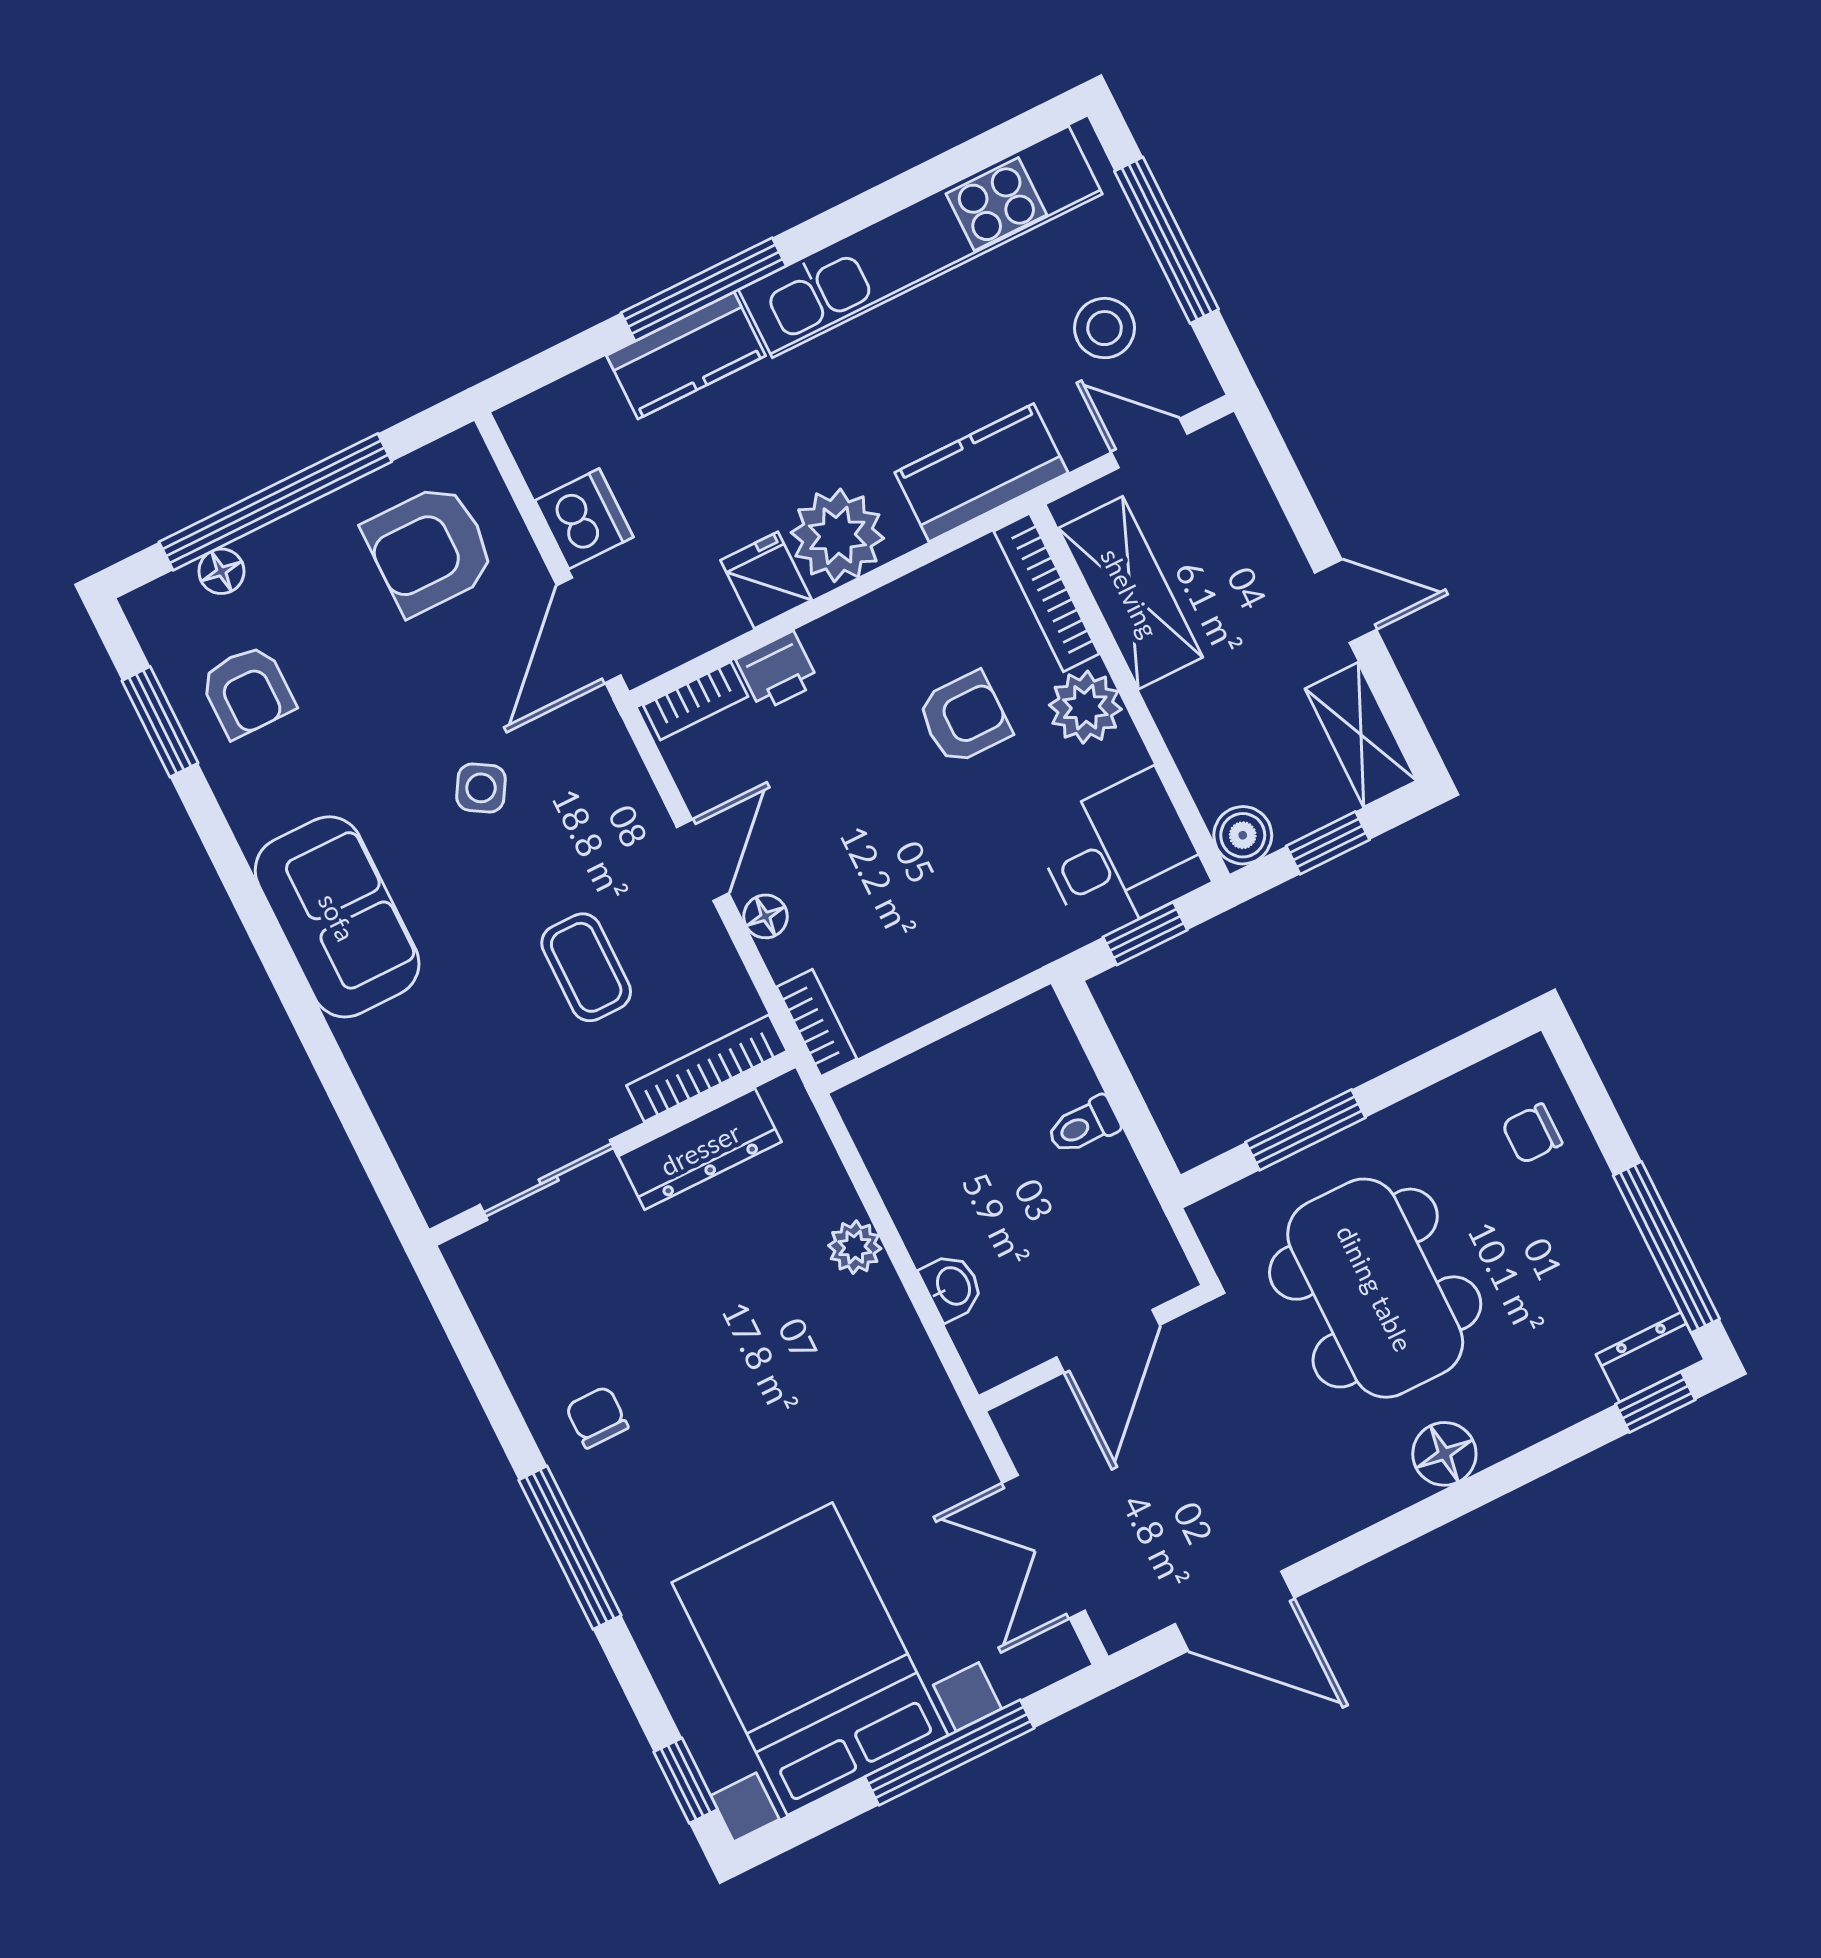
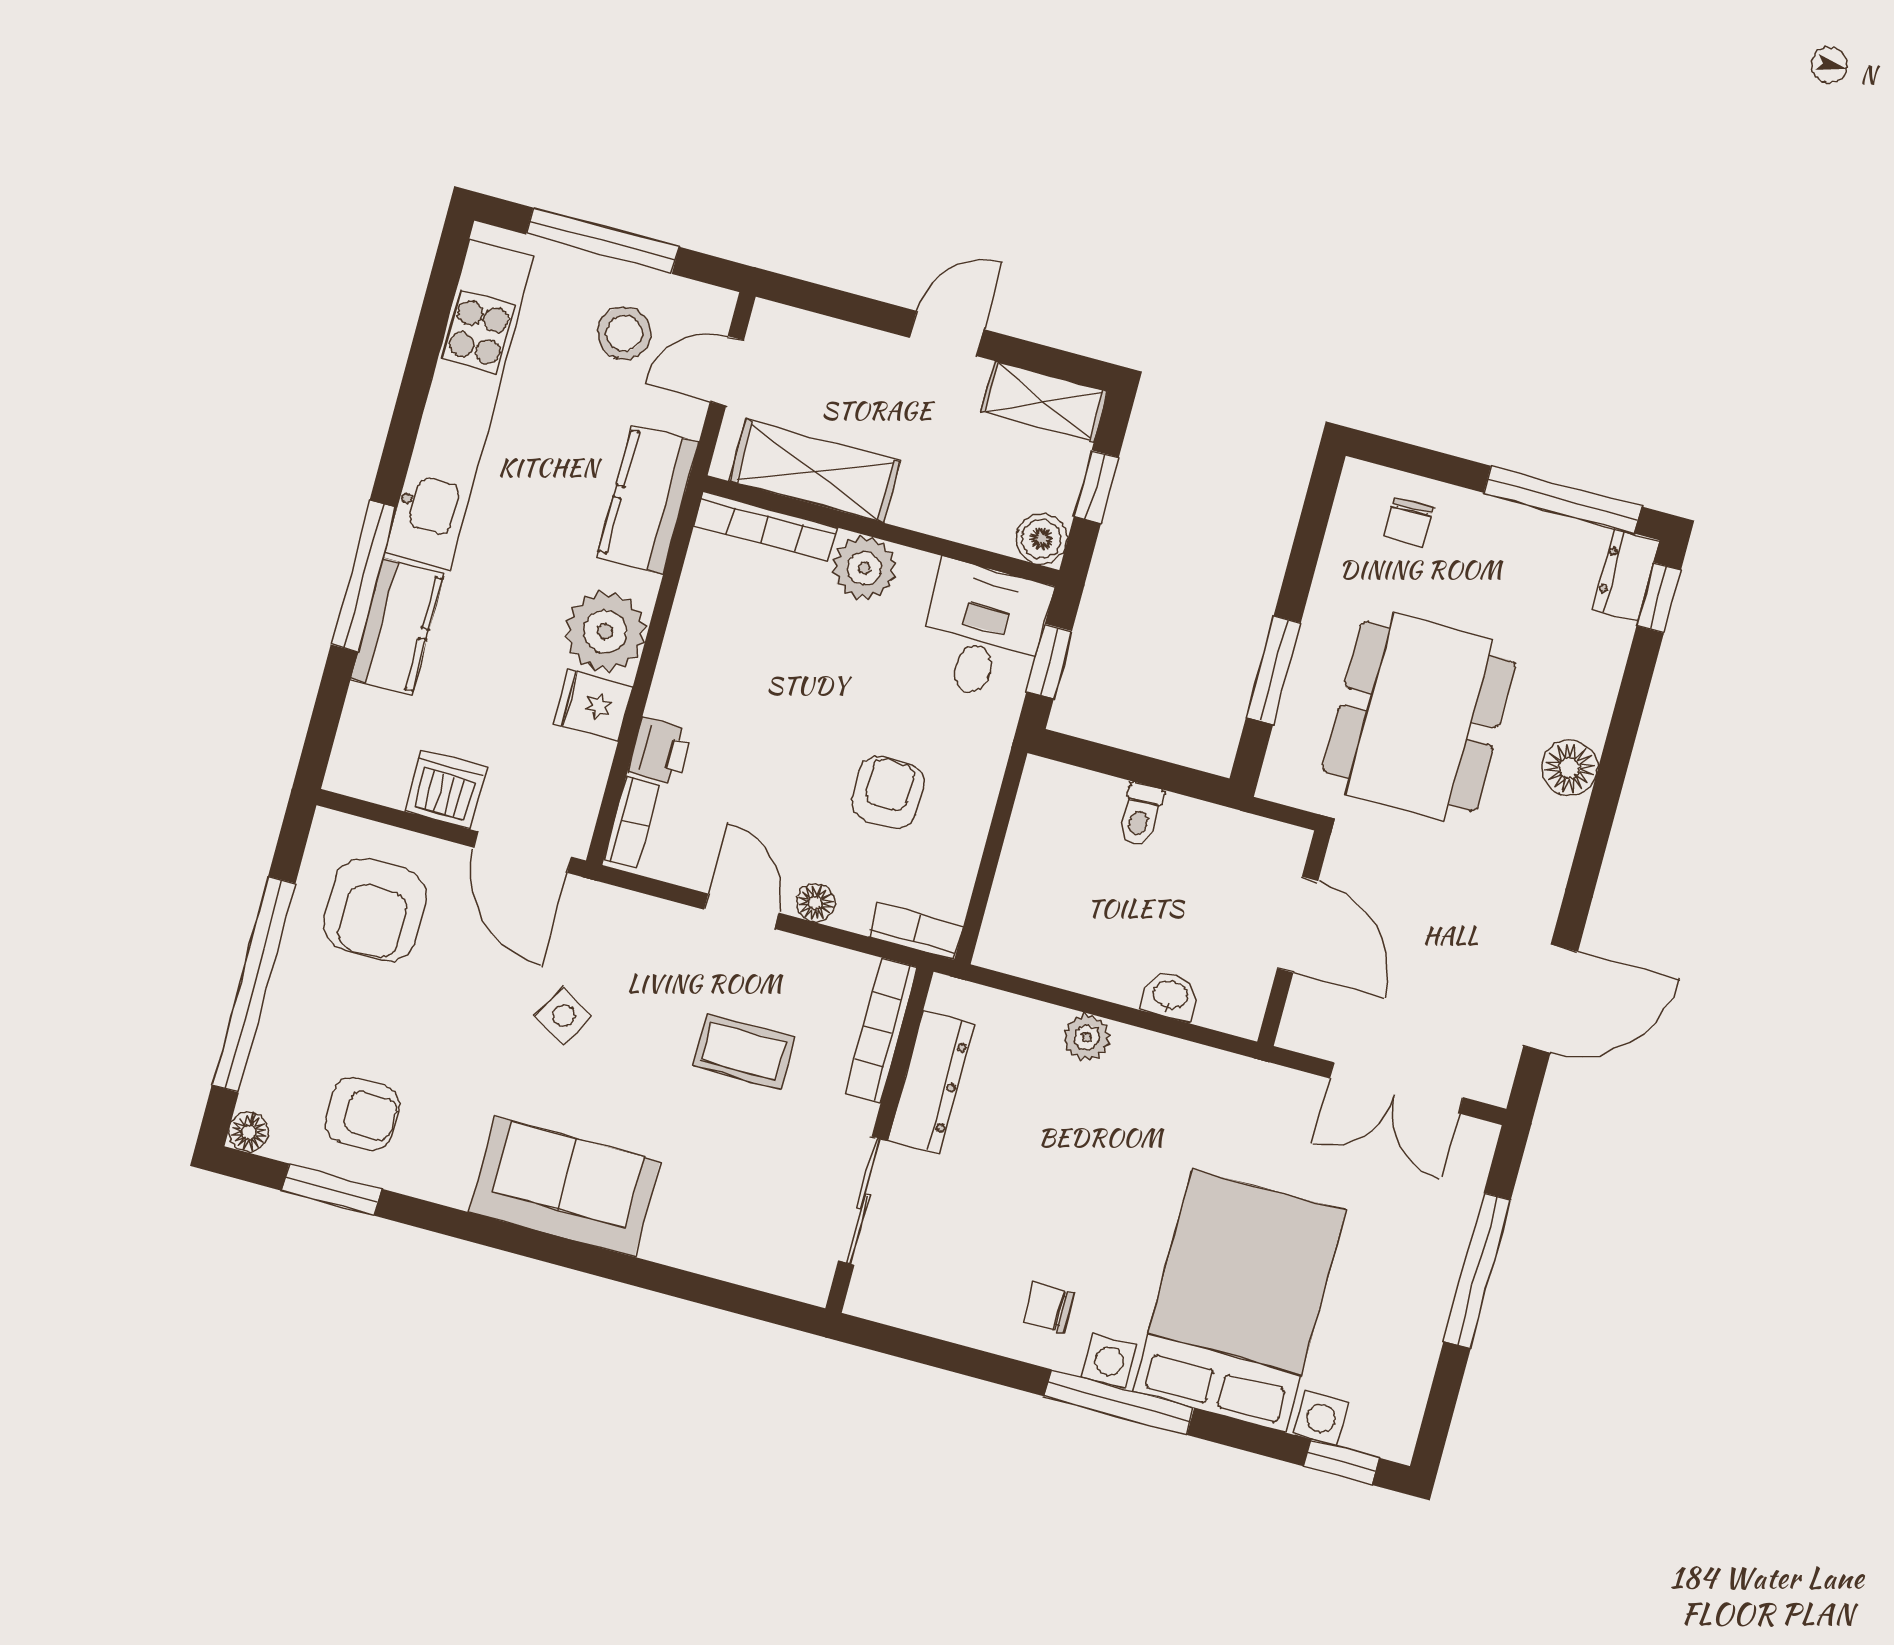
floor lamp: (221, 571) -> (249, 1132), moved
armchair: (964, 718) -> (888, 792), moved
dining table: (1375, 1288) -> (1419, 717), turned 90
bed with nightstands: (810, 1659) -> (1239, 1301), moved, turned 90

